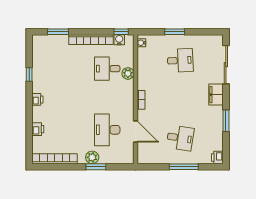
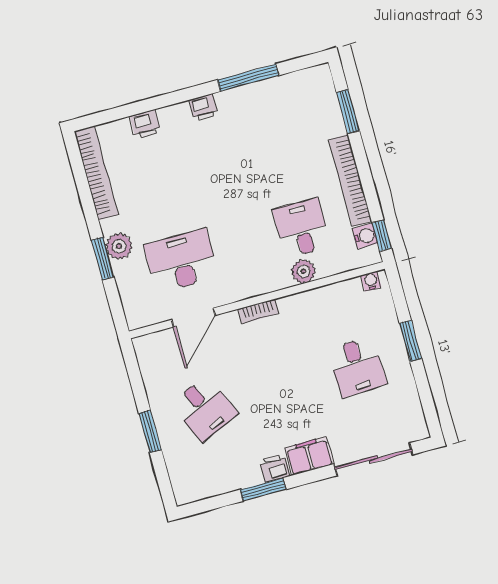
window: (29, 74) -> (248, 78), width x2.17
desk: (180, 138) -> (204, 409), turned -33
printer: (217, 158) -> (275, 468), moved
window: (184, 167) -> (150, 431), width x0.69

